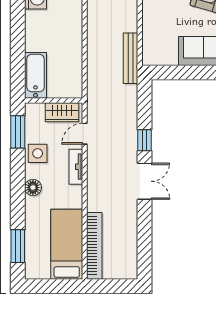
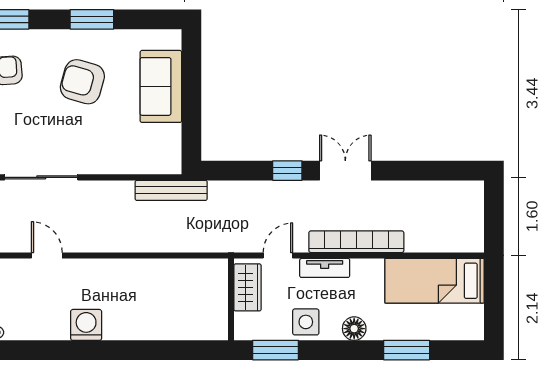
bathtub: (35, 75) -> (195, 325), removed
door: (85, 134) -> (278, 255), swing flipped
window: (18, 246) -> (407, 350), moved
bookcase: (94, 246) -> (356, 242), moved

